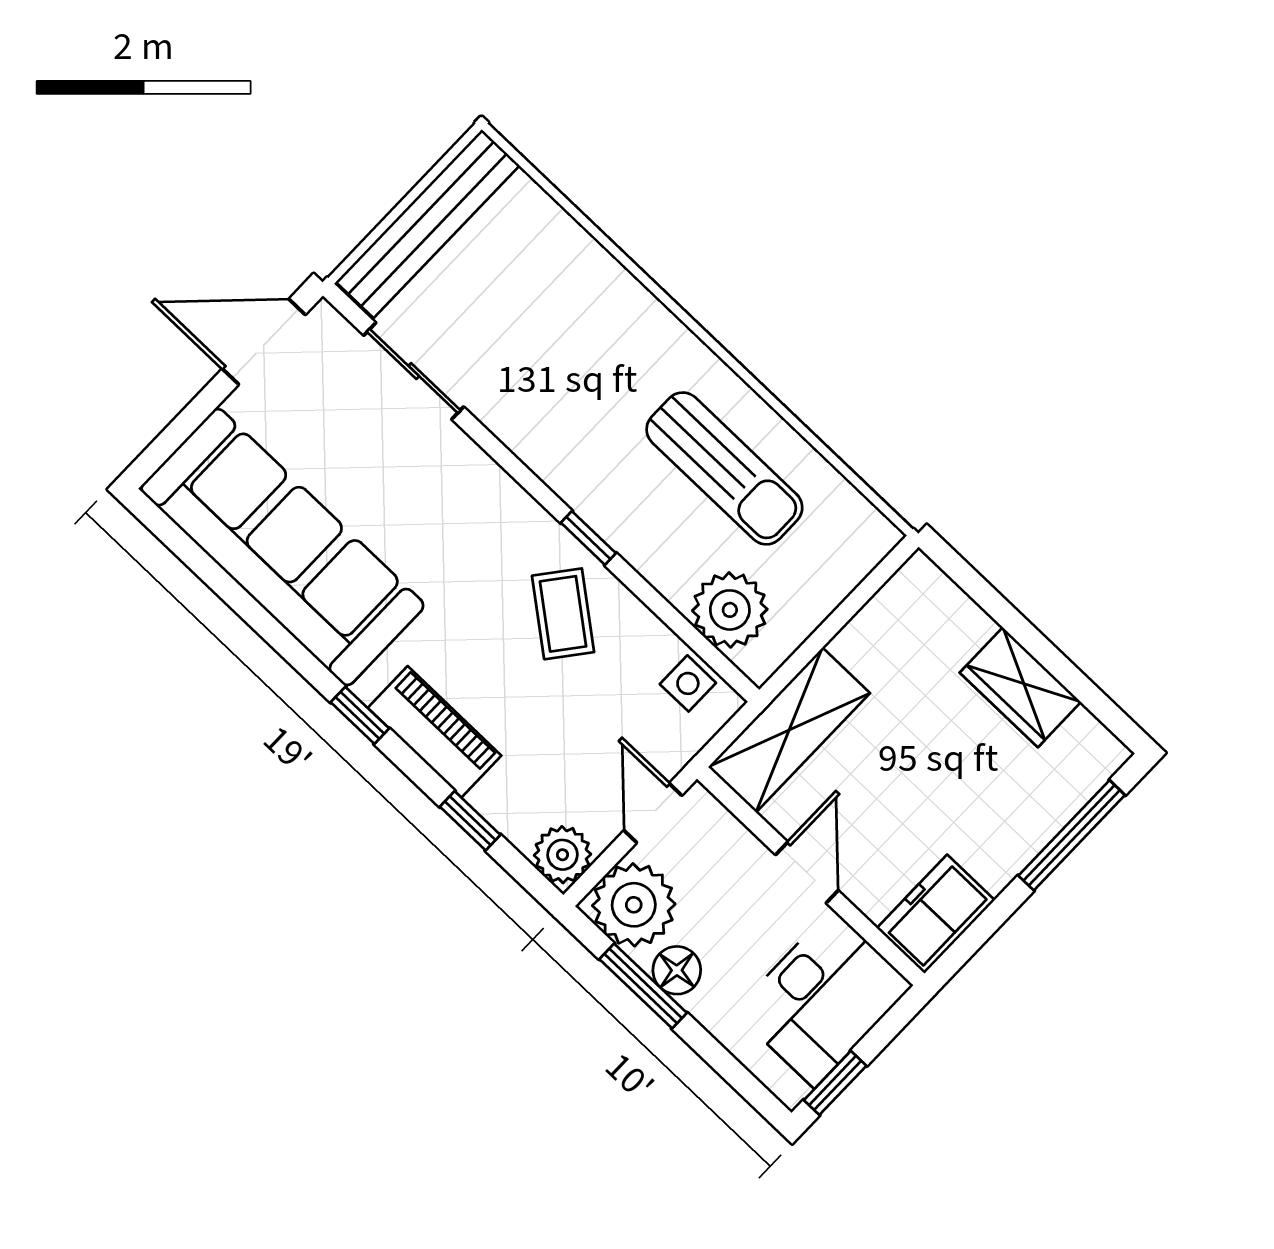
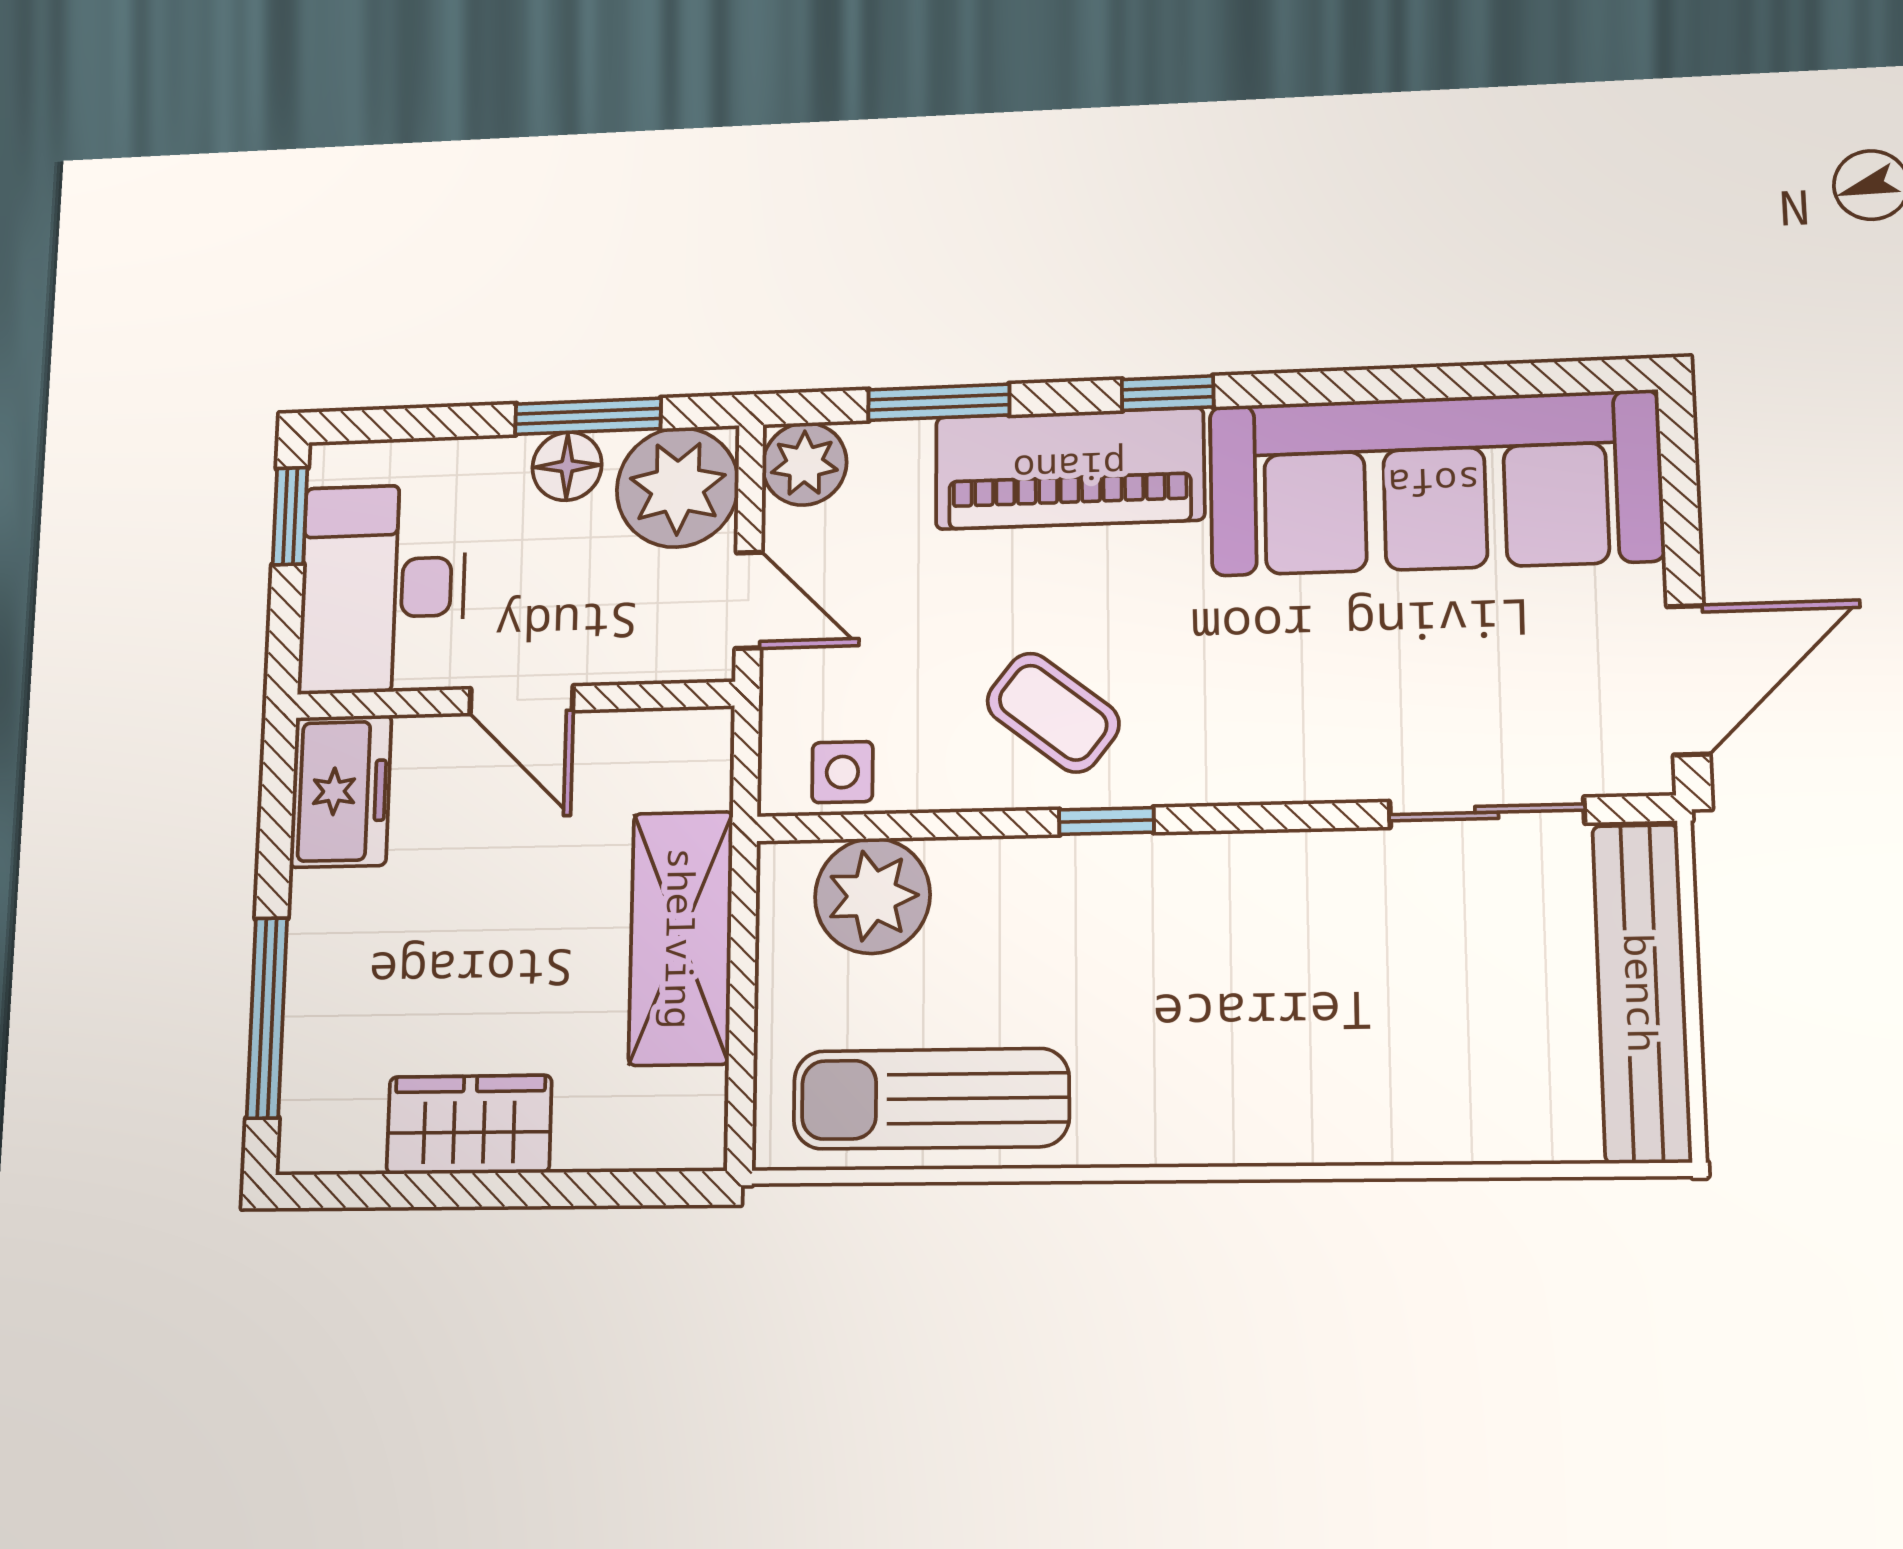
sun lounger: (724, 468) -> (931, 1099), moved
shelving: (789, 730) -> (681, 938), moved
piano: (435, 732) -> (1069, 468), width x1.37, depth x1.33
window: (470, 821) -> (939, 402), width x1.50

